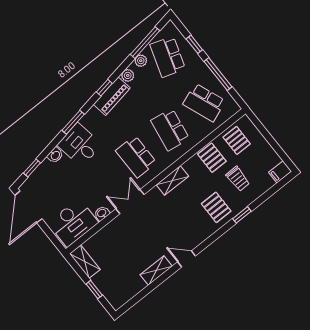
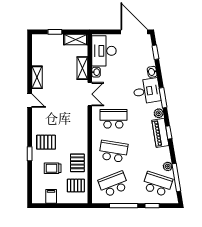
plant: (128, 75) -> (159, 113), moved
pallet: (212, 158) -> (77, 163), turned 90
filing cabinet: (280, 172) -> (51, 196), moved
shelving: (172, 181) -> (82, 68), moved
door: (187, 259) -> (30, 101), hinge flipped

